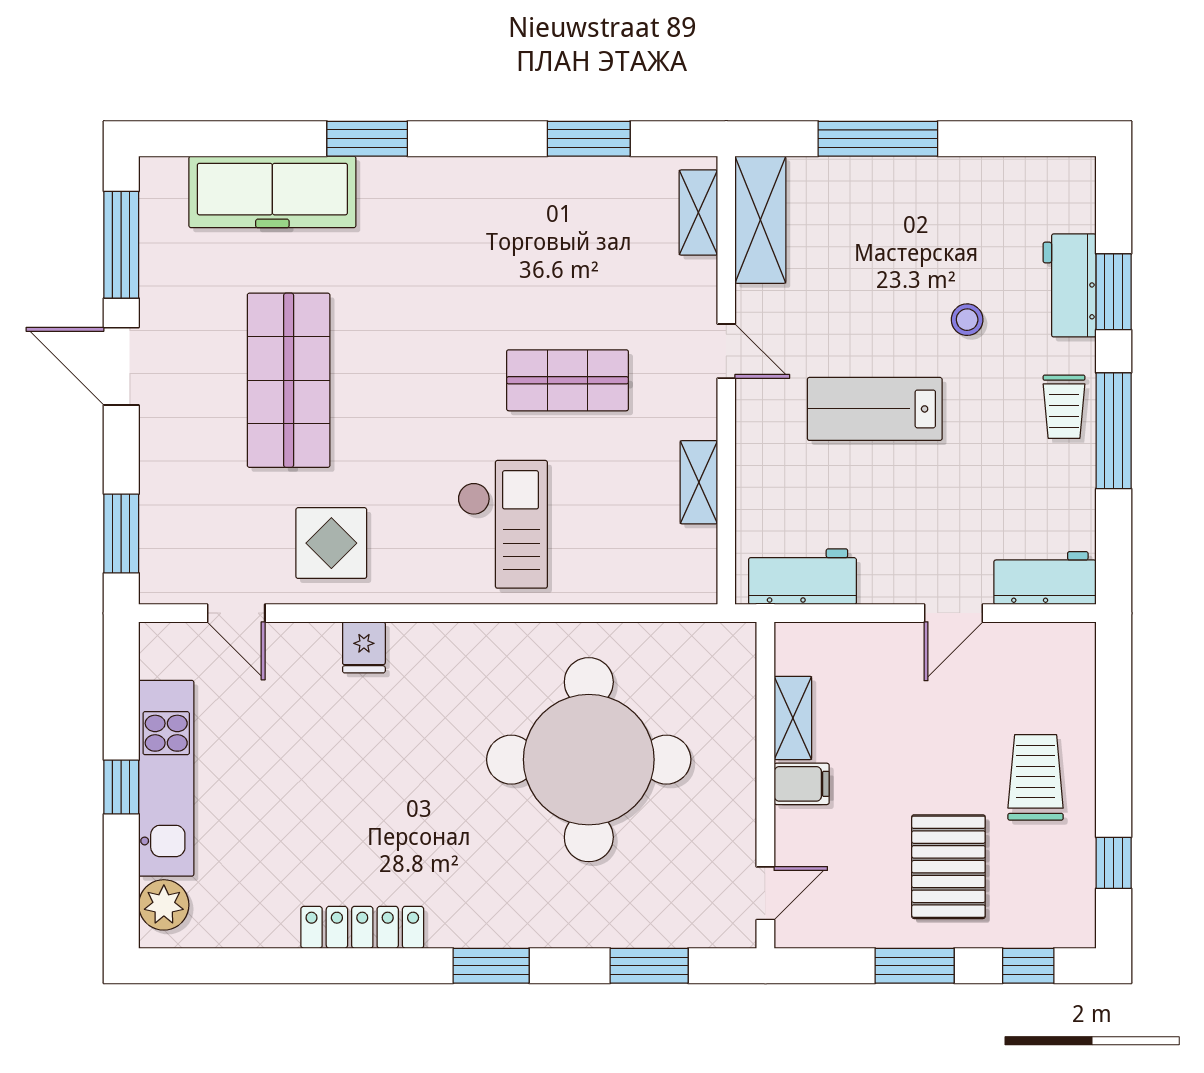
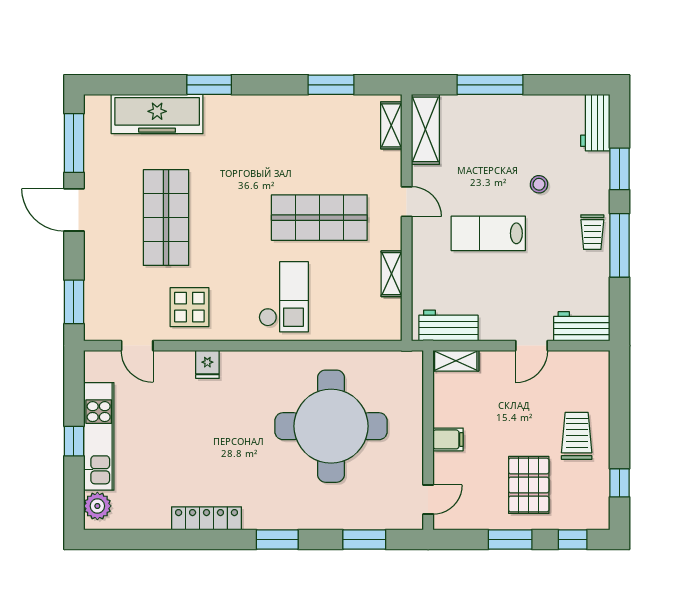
workbench: (1070, 285) -> (595, 123), moved
shop shelf: (568, 380) -> (319, 218), width x1.43, depth x1.36
shelving: (793, 718) -> (456, 361), moved, turned 90

